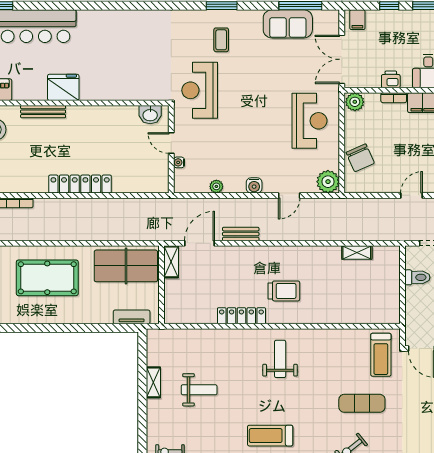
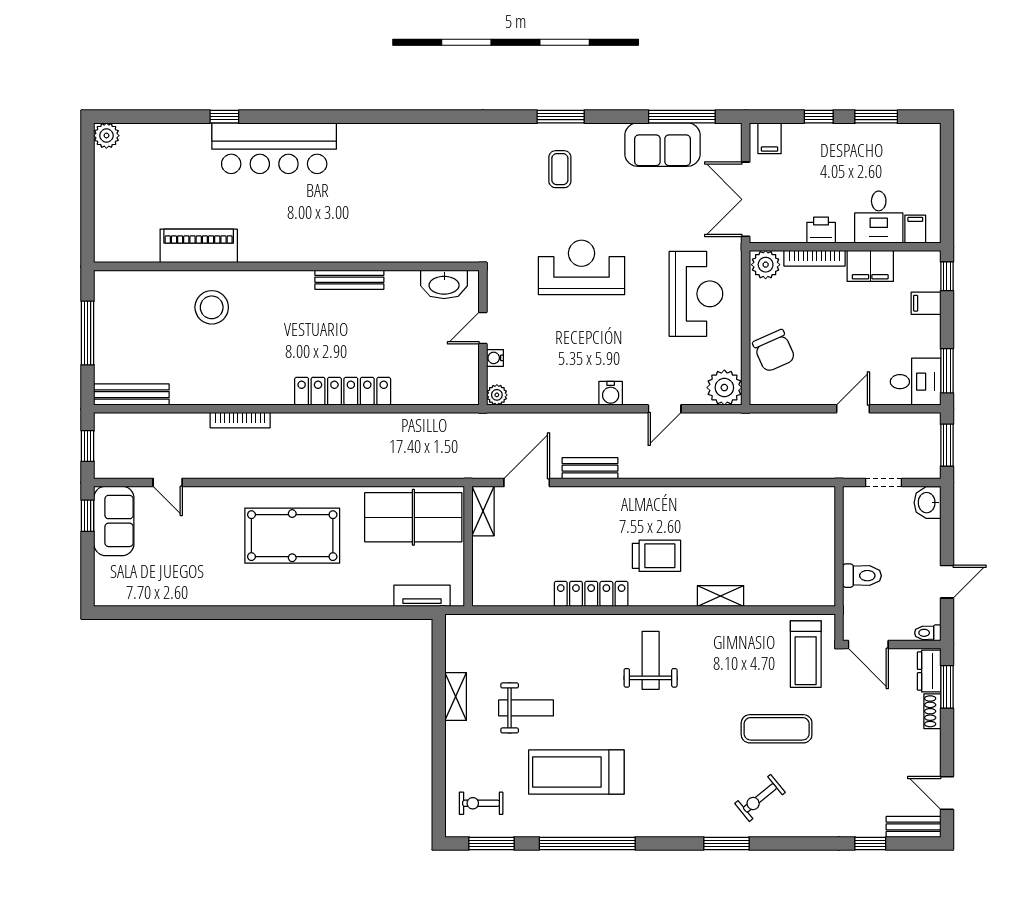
fridge: (63, 87) -> (317, 242), removed
reception desk: (200, 90) -> (582, 267), moved, turned 90
bookcase: (394, 98) -> (815, 258), width x1.56
bench: (43, 112) -> (349, 280), moved
washbasin: (150, 115) -> (444, 284), width x1.38
door: (171, 143) -> (483, 328), hinge flipped
plant: (216, 186) -> (497, 395), moved
shelving: (357, 252) -> (721, 596), moved
toilet: (417, 277) -> (862, 576), moved
treadmill: (270, 436) -> (576, 772), moved, width x1.37, depth x1.38

